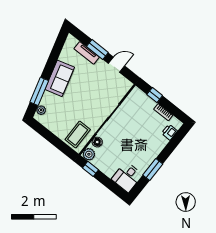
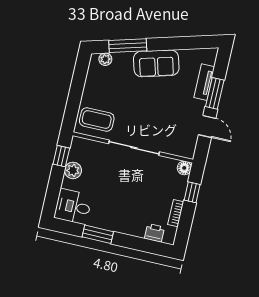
floor lamp: (97, 142) -> (184, 168), moved
plant: (89, 154) -> (73, 170), moved

